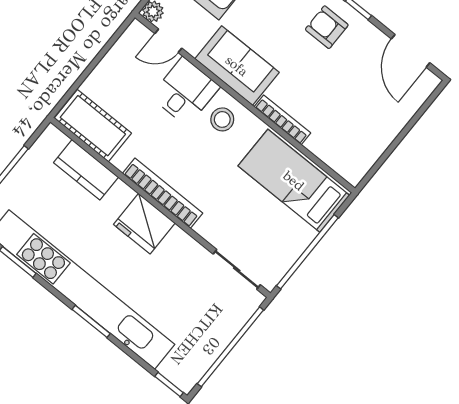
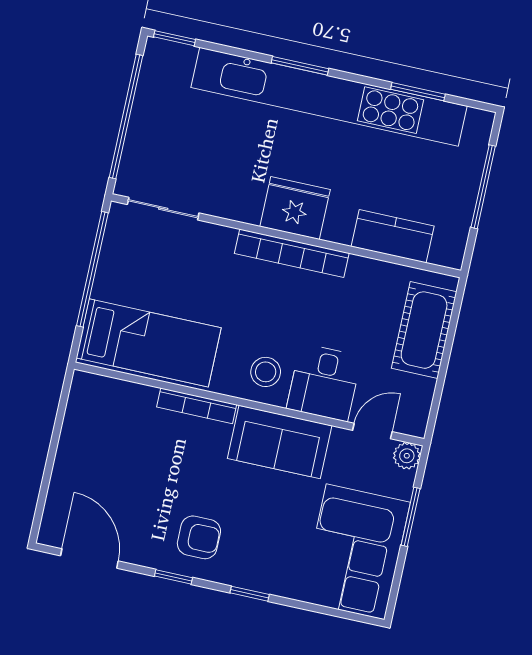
cot: (93, 126) -> (424, 330), moved, turned 90

